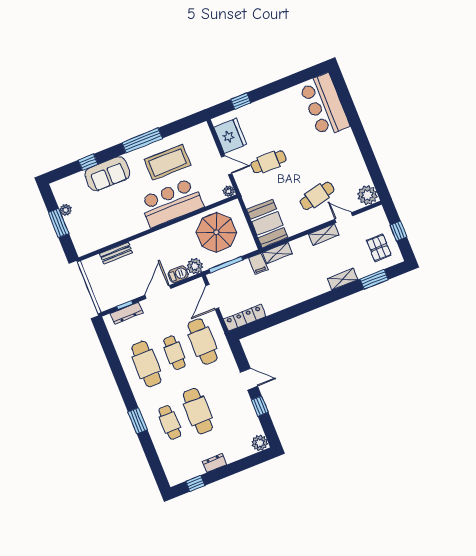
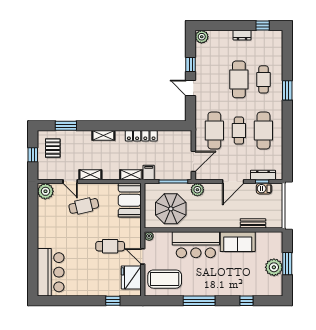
coffee table: (168, 162) -> (165, 279), moved
sofa: (107, 174) -> (238, 242), moved, turned 180
plant: (66, 210) -> (274, 267), width x1.87, depth x1.87
barbecue: (178, 274) -> (264, 189), moved
shelving: (343, 279) -> (103, 135), moved
locker: (245, 318) -> (141, 136), moved

